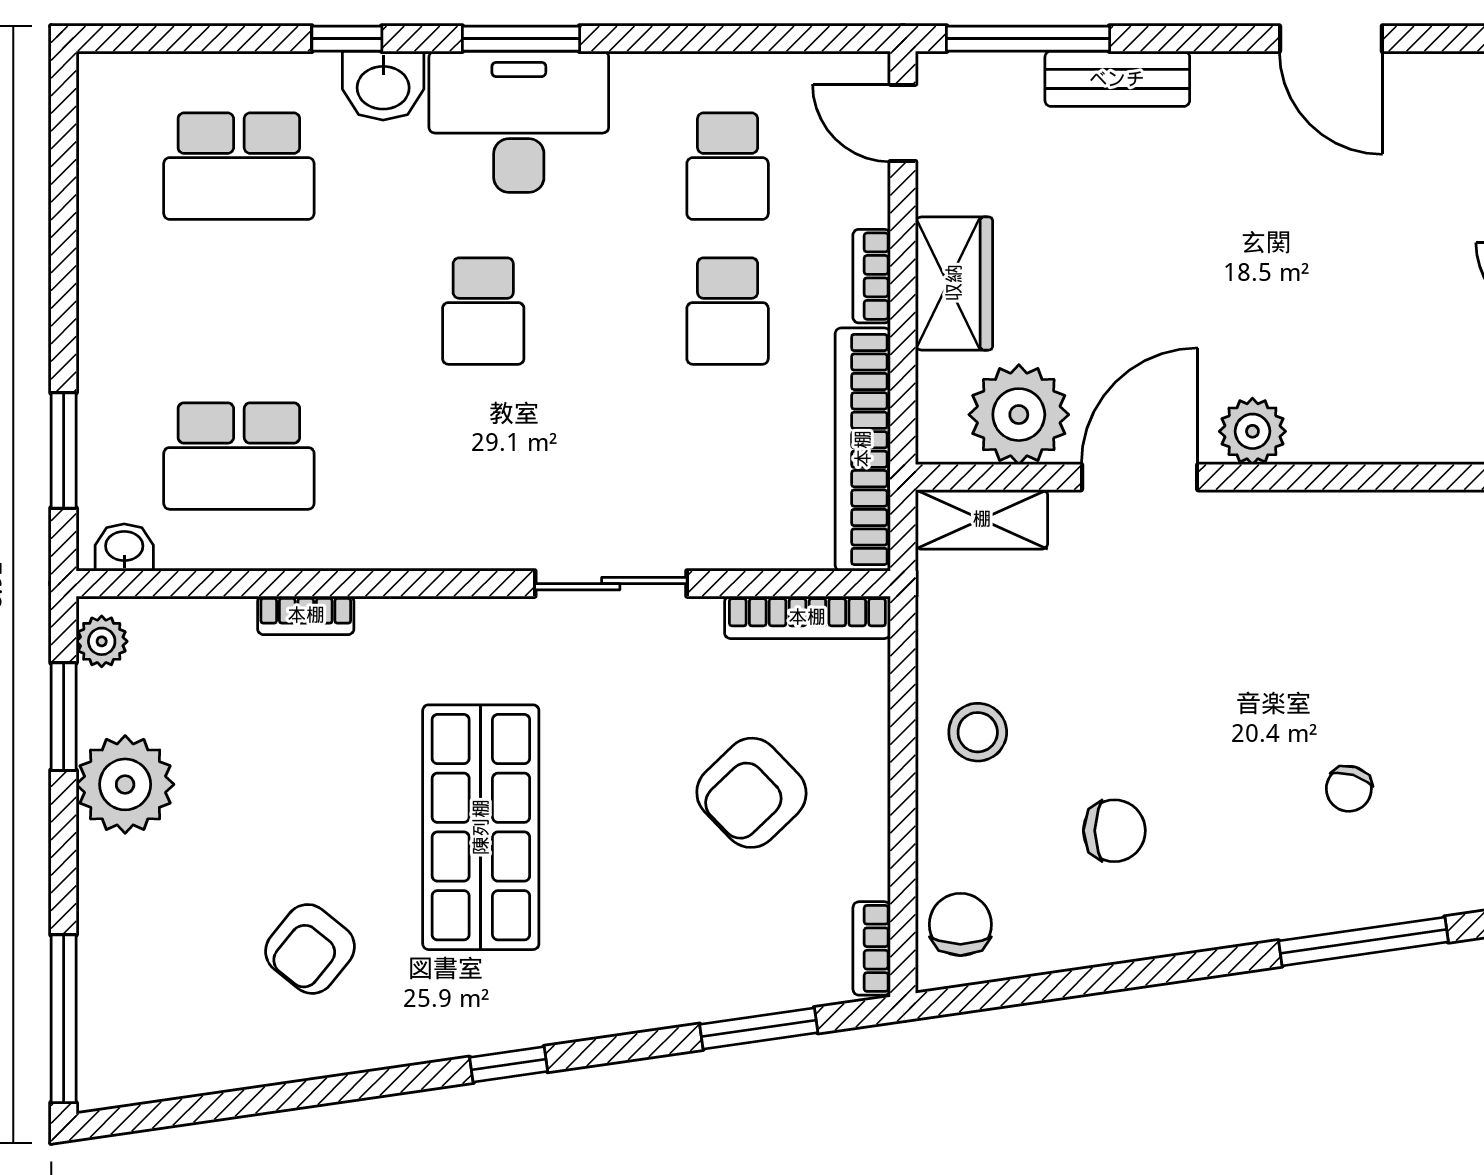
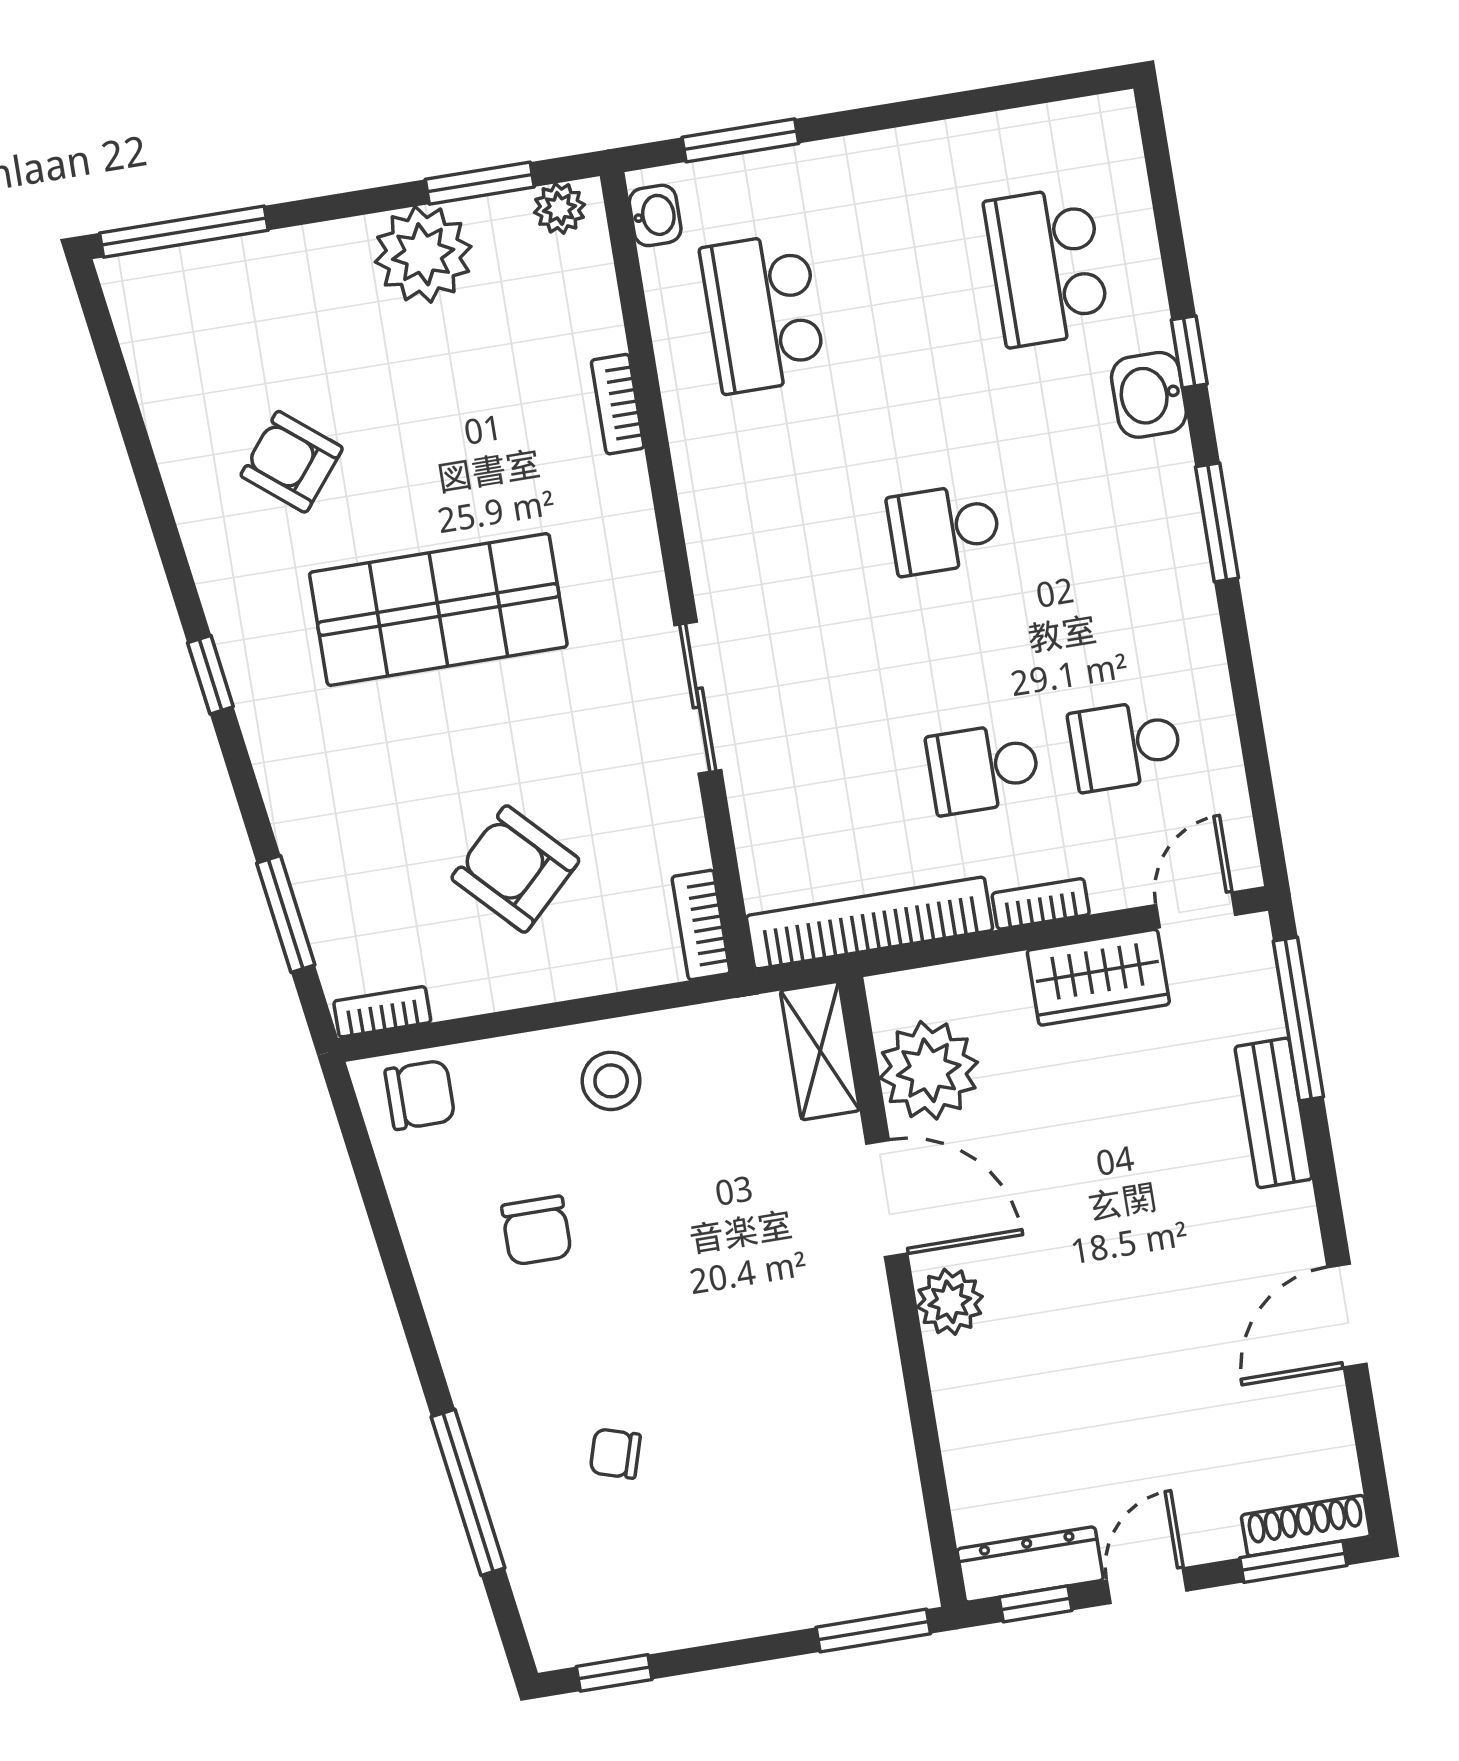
desk: (519, 122) -> (1135, 534), removed
wardrobe: (954, 283) -> (1098, 977), moved
bookcase: (807, 617) -> (701, 925), width x0.64

